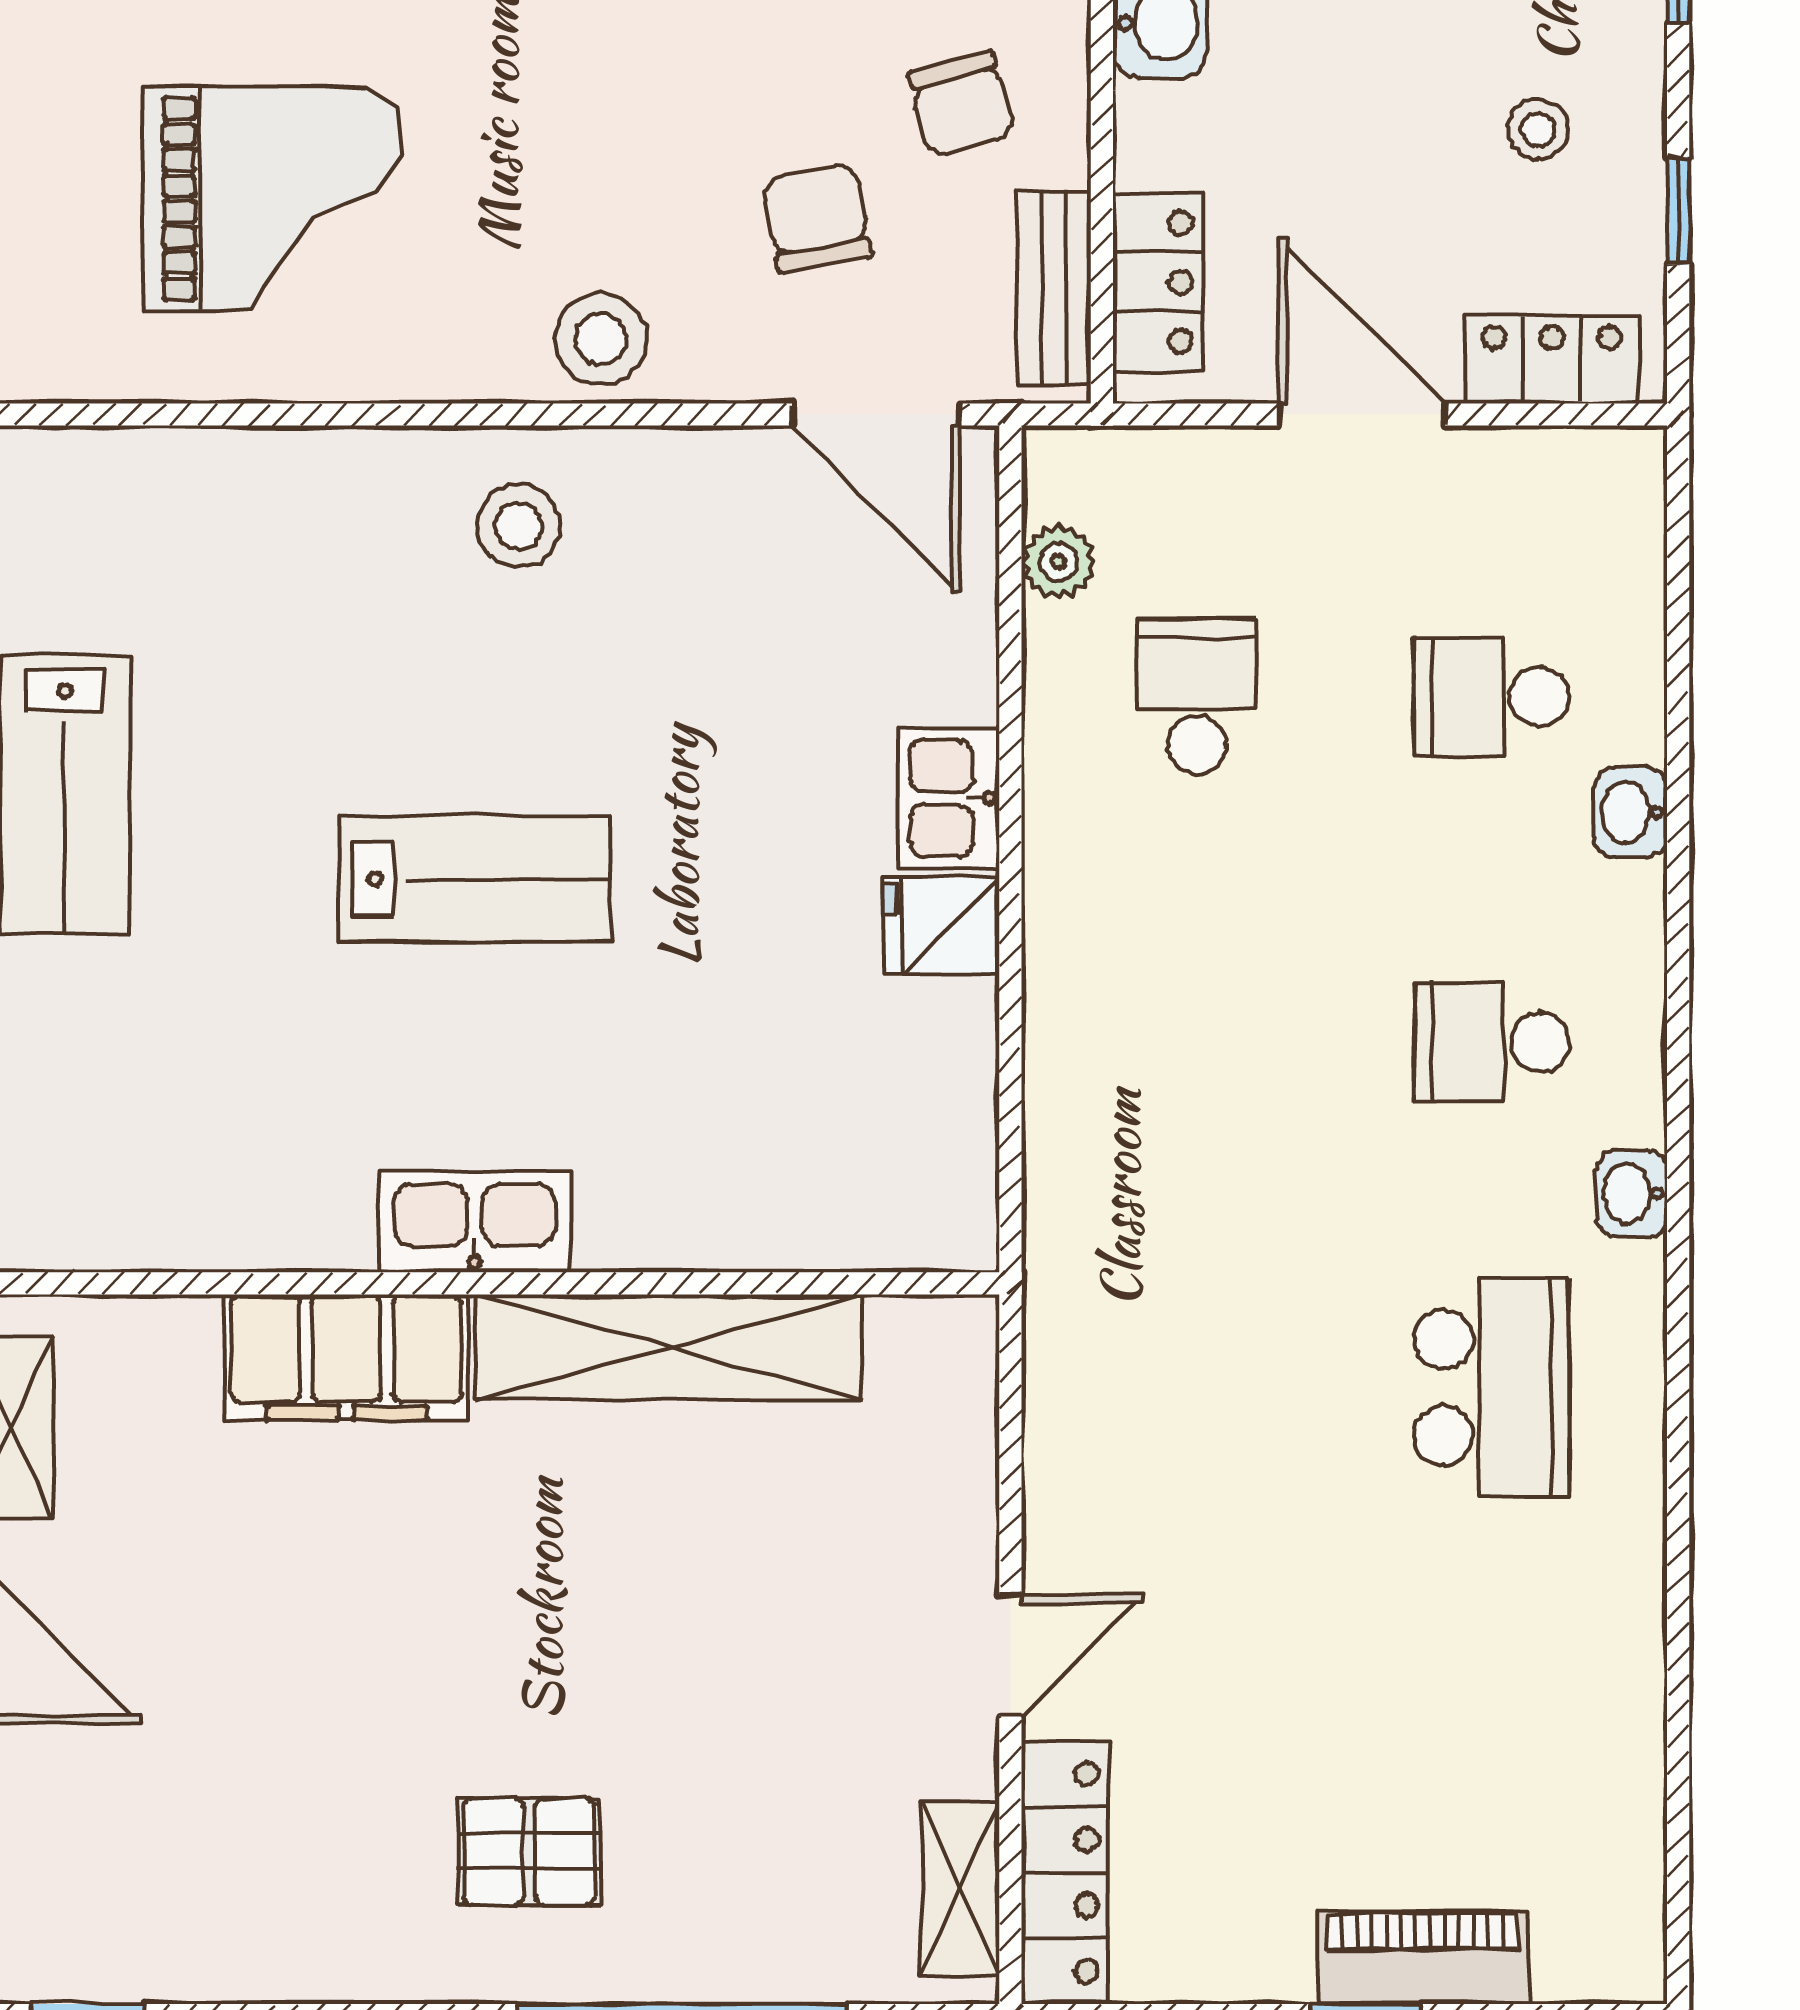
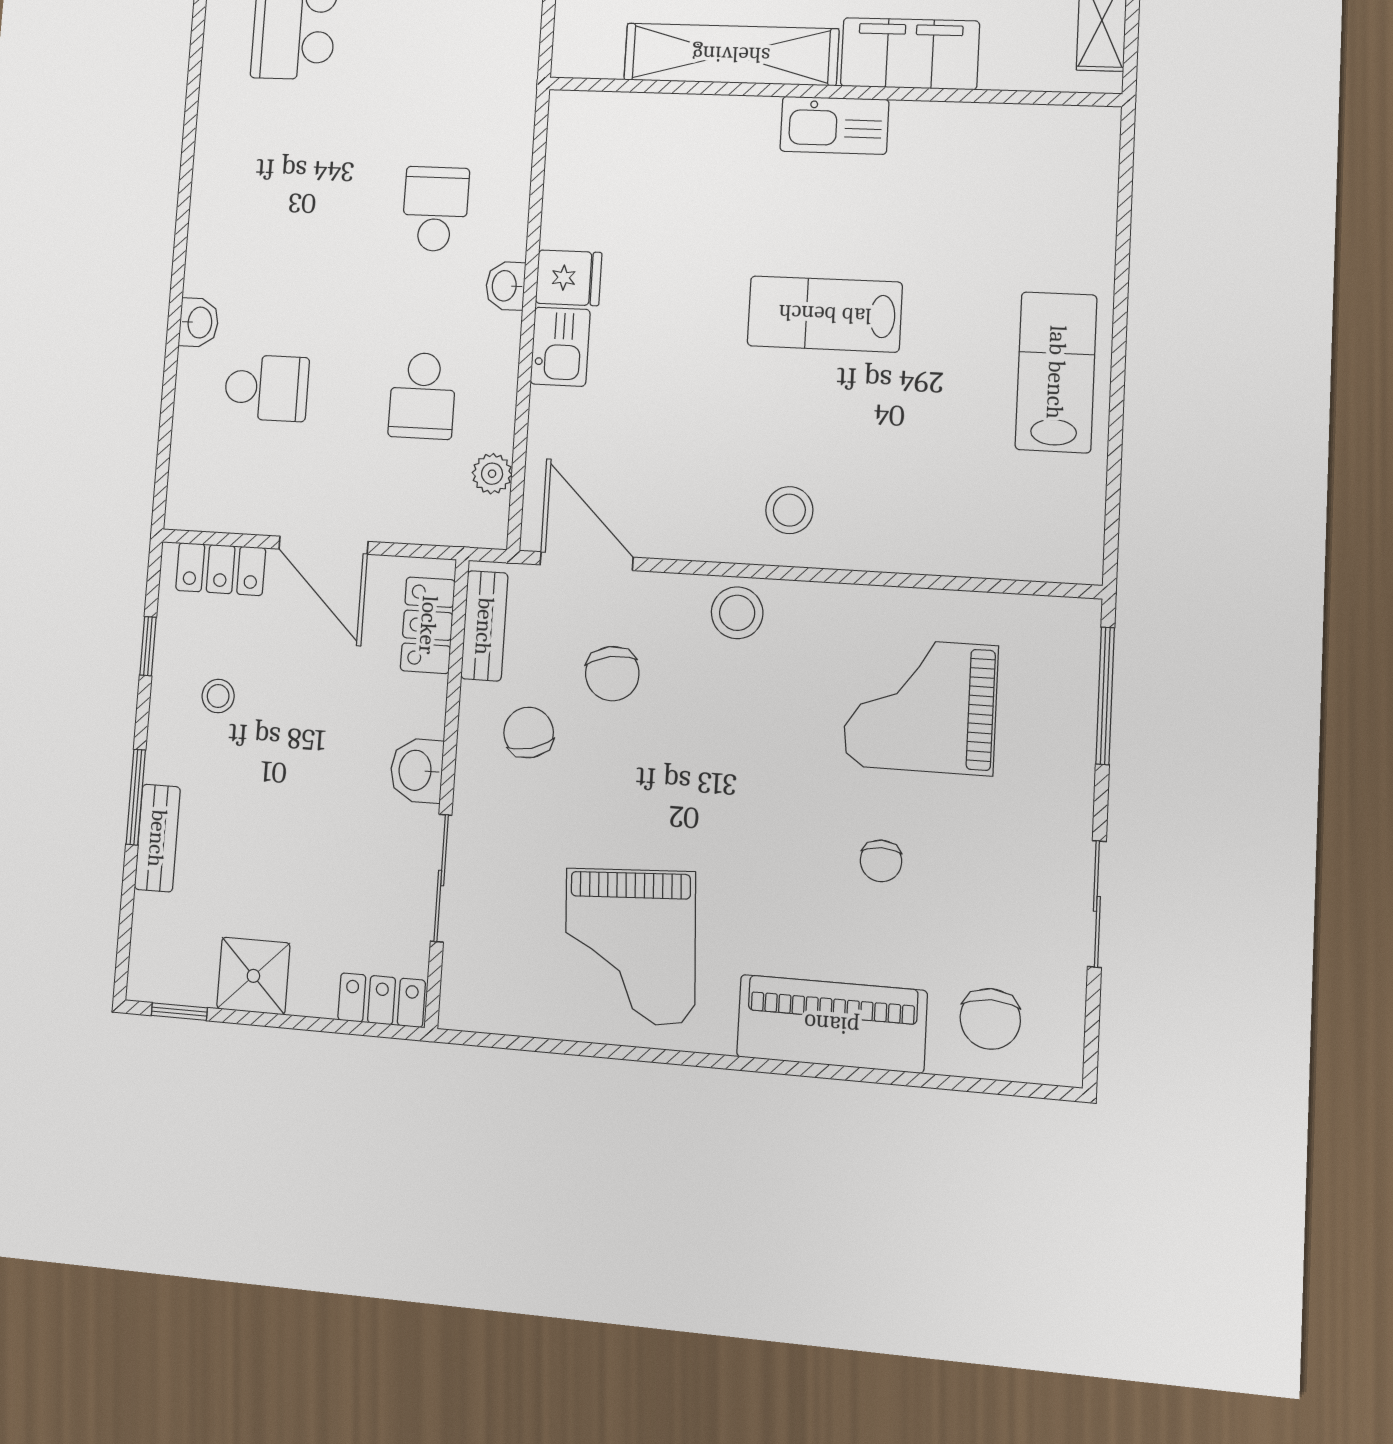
school desk: (1491, 1042) -> (435, 209), moved, turned -90
washbasin: (1632, 1193) -> (505, 286), moved, turned 180

